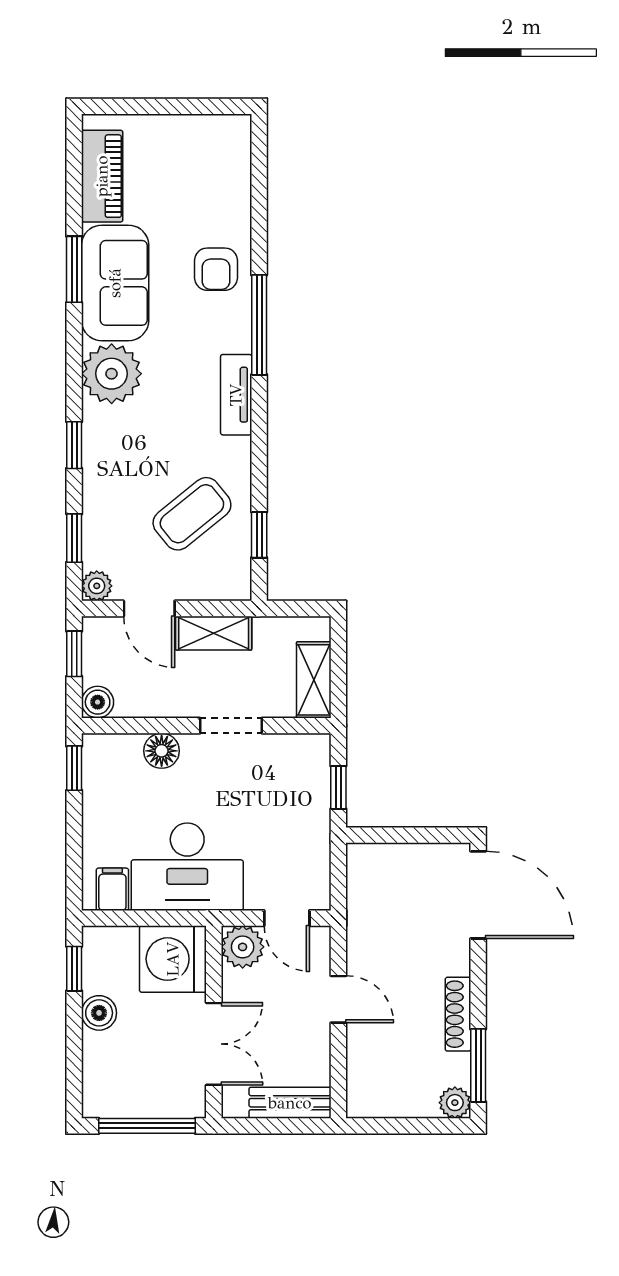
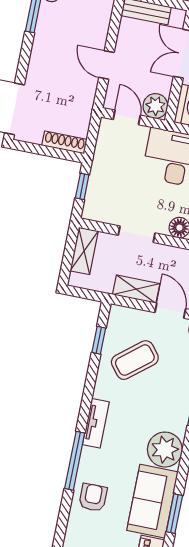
shoe rack: (458, 1014) -> (64, 142), moved, turned -90

